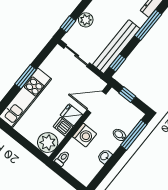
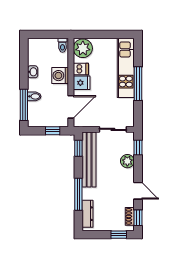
window: (26, 77) -> (138, 84), width x1.44

